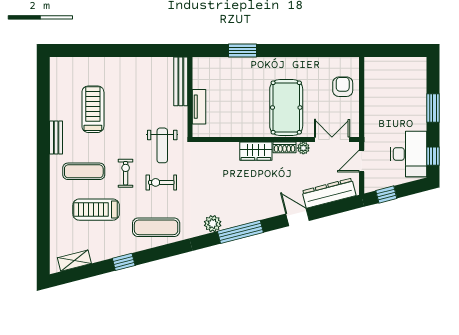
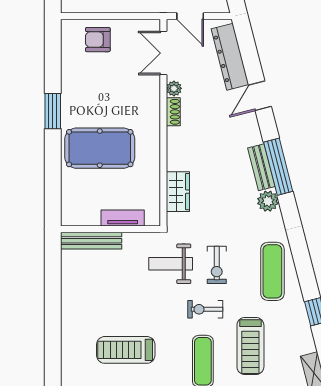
window: (242, 50) -> (53, 111), moved
pool table: (286, 108) -> (100, 148), moved
weight bench: (162, 145) -> (171, 264), turned 180
wardrobe: (256, 151) -> (178, 192), moved
bench: (240, 218) -> (261, 167), added

